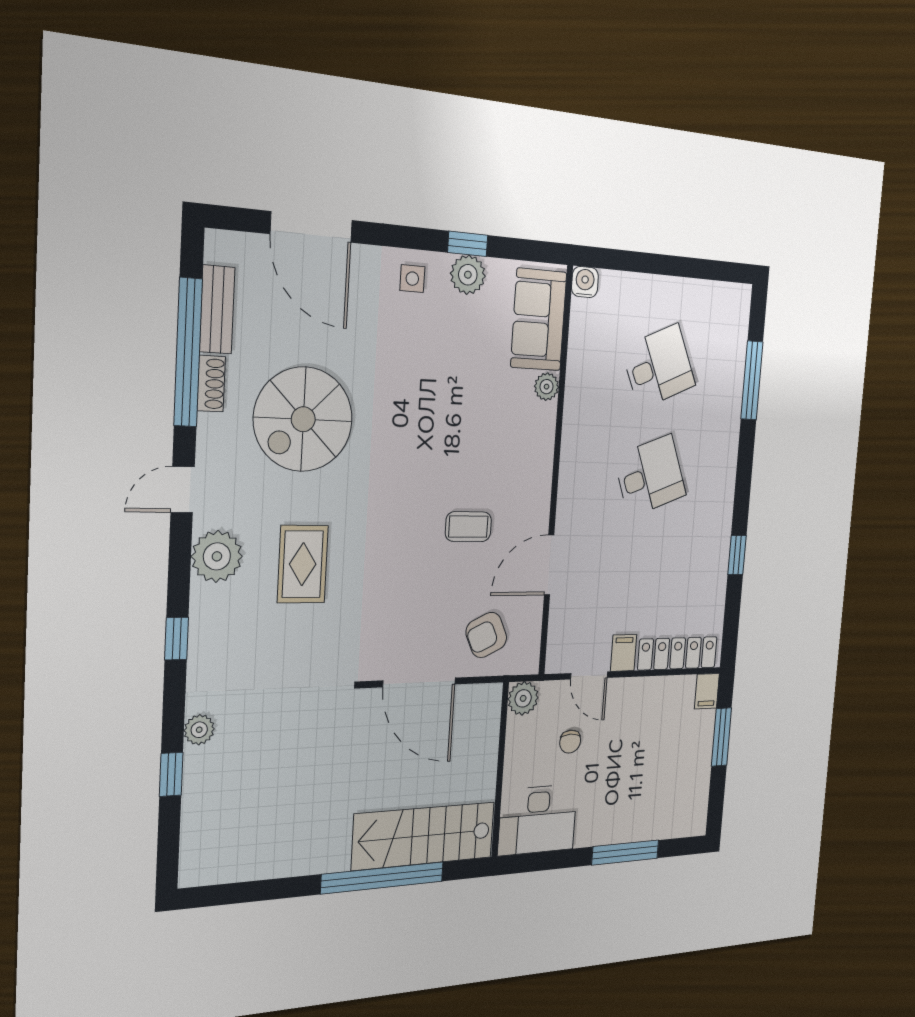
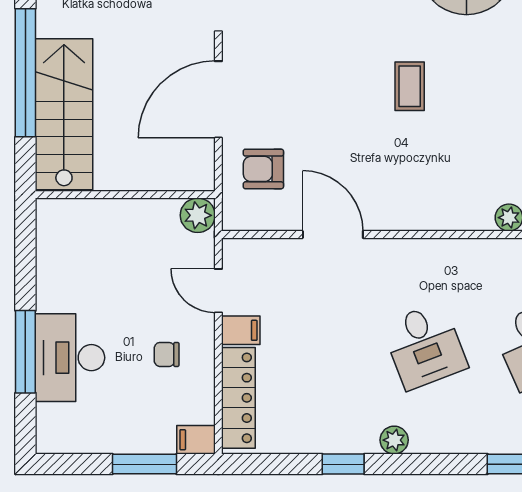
plant: (723, 507) -> (394, 440), added
coffee table: (468, 527) -> (410, 86), moved
armchair: (486, 635) -> (263, 169), turned -65
door: (589, 676) -> (218, 291), hinge flipped
chair: (570, 742) -> (167, 354), moved
desk: (538, 820) -> (70, 358), moved

